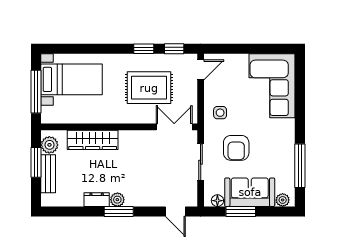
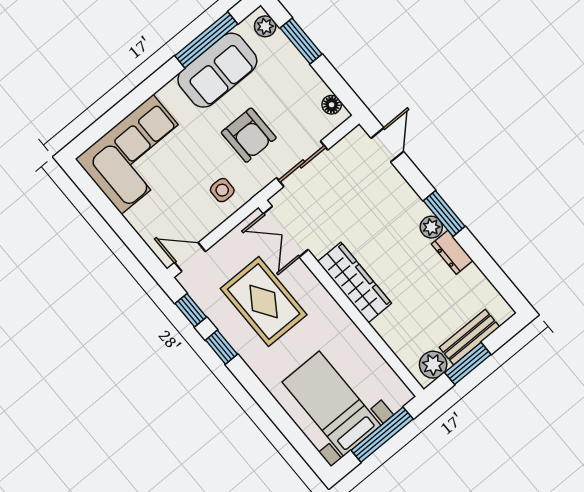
wardrobe: (93, 140) -> (354, 282), moved
armchair: (236, 148) -> (249, 135), turned 90
sofa: (250, 192) -> (217, 70), moved, turned -90
window: (241, 212) -> (301, 41), moved

